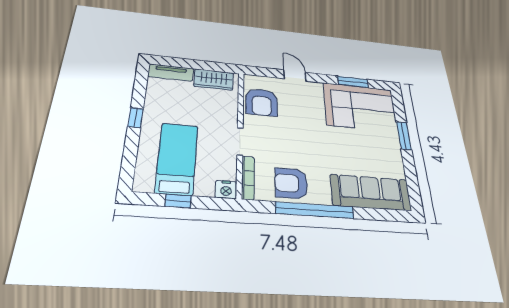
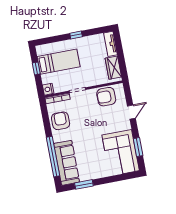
window: (404, 136) -> (84, 184), moved
window: (315, 210) -> (53, 157), moved

